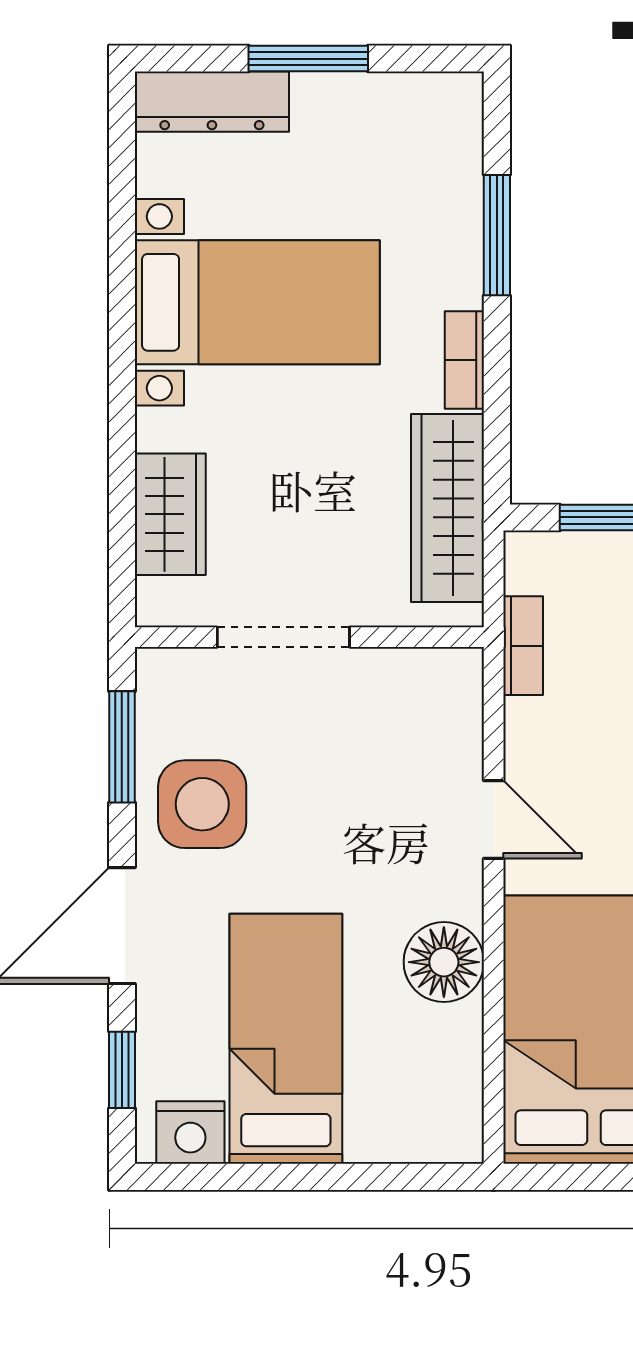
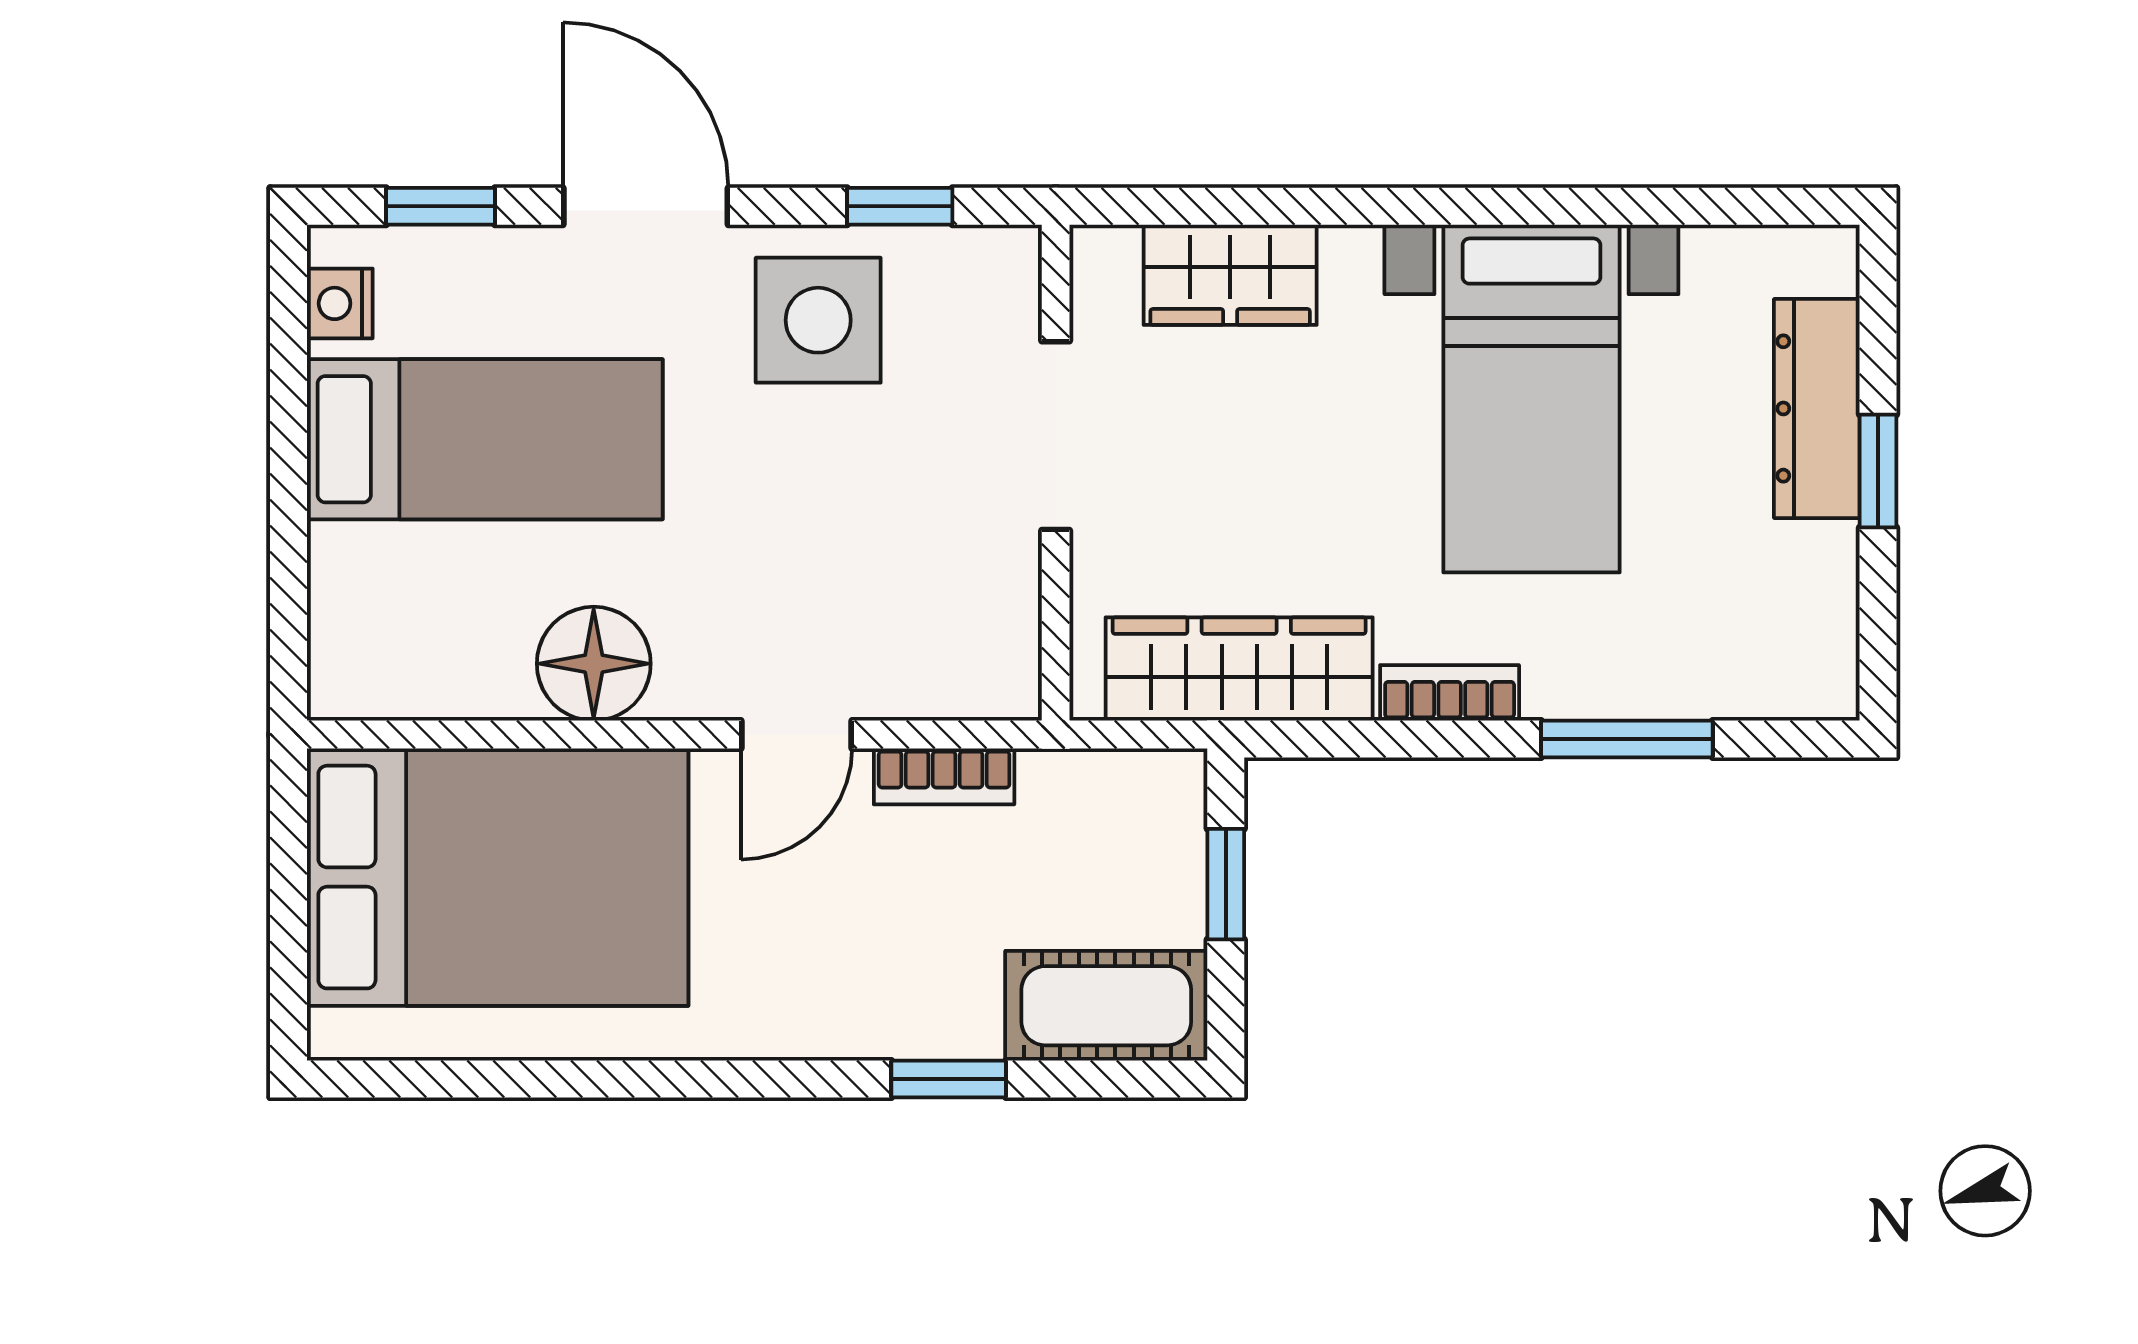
window: (308, 59) -> (1878, 471), width x0.67
dresser: (212, 102) -> (1817, 408), moved
bookcase: (523, 646) -> (944, 776), moved
window: (122, 747) -> (900, 206), width x0.67
nightstand: (190, 1133) -> (340, 303), width x0.72, depth x0.74

